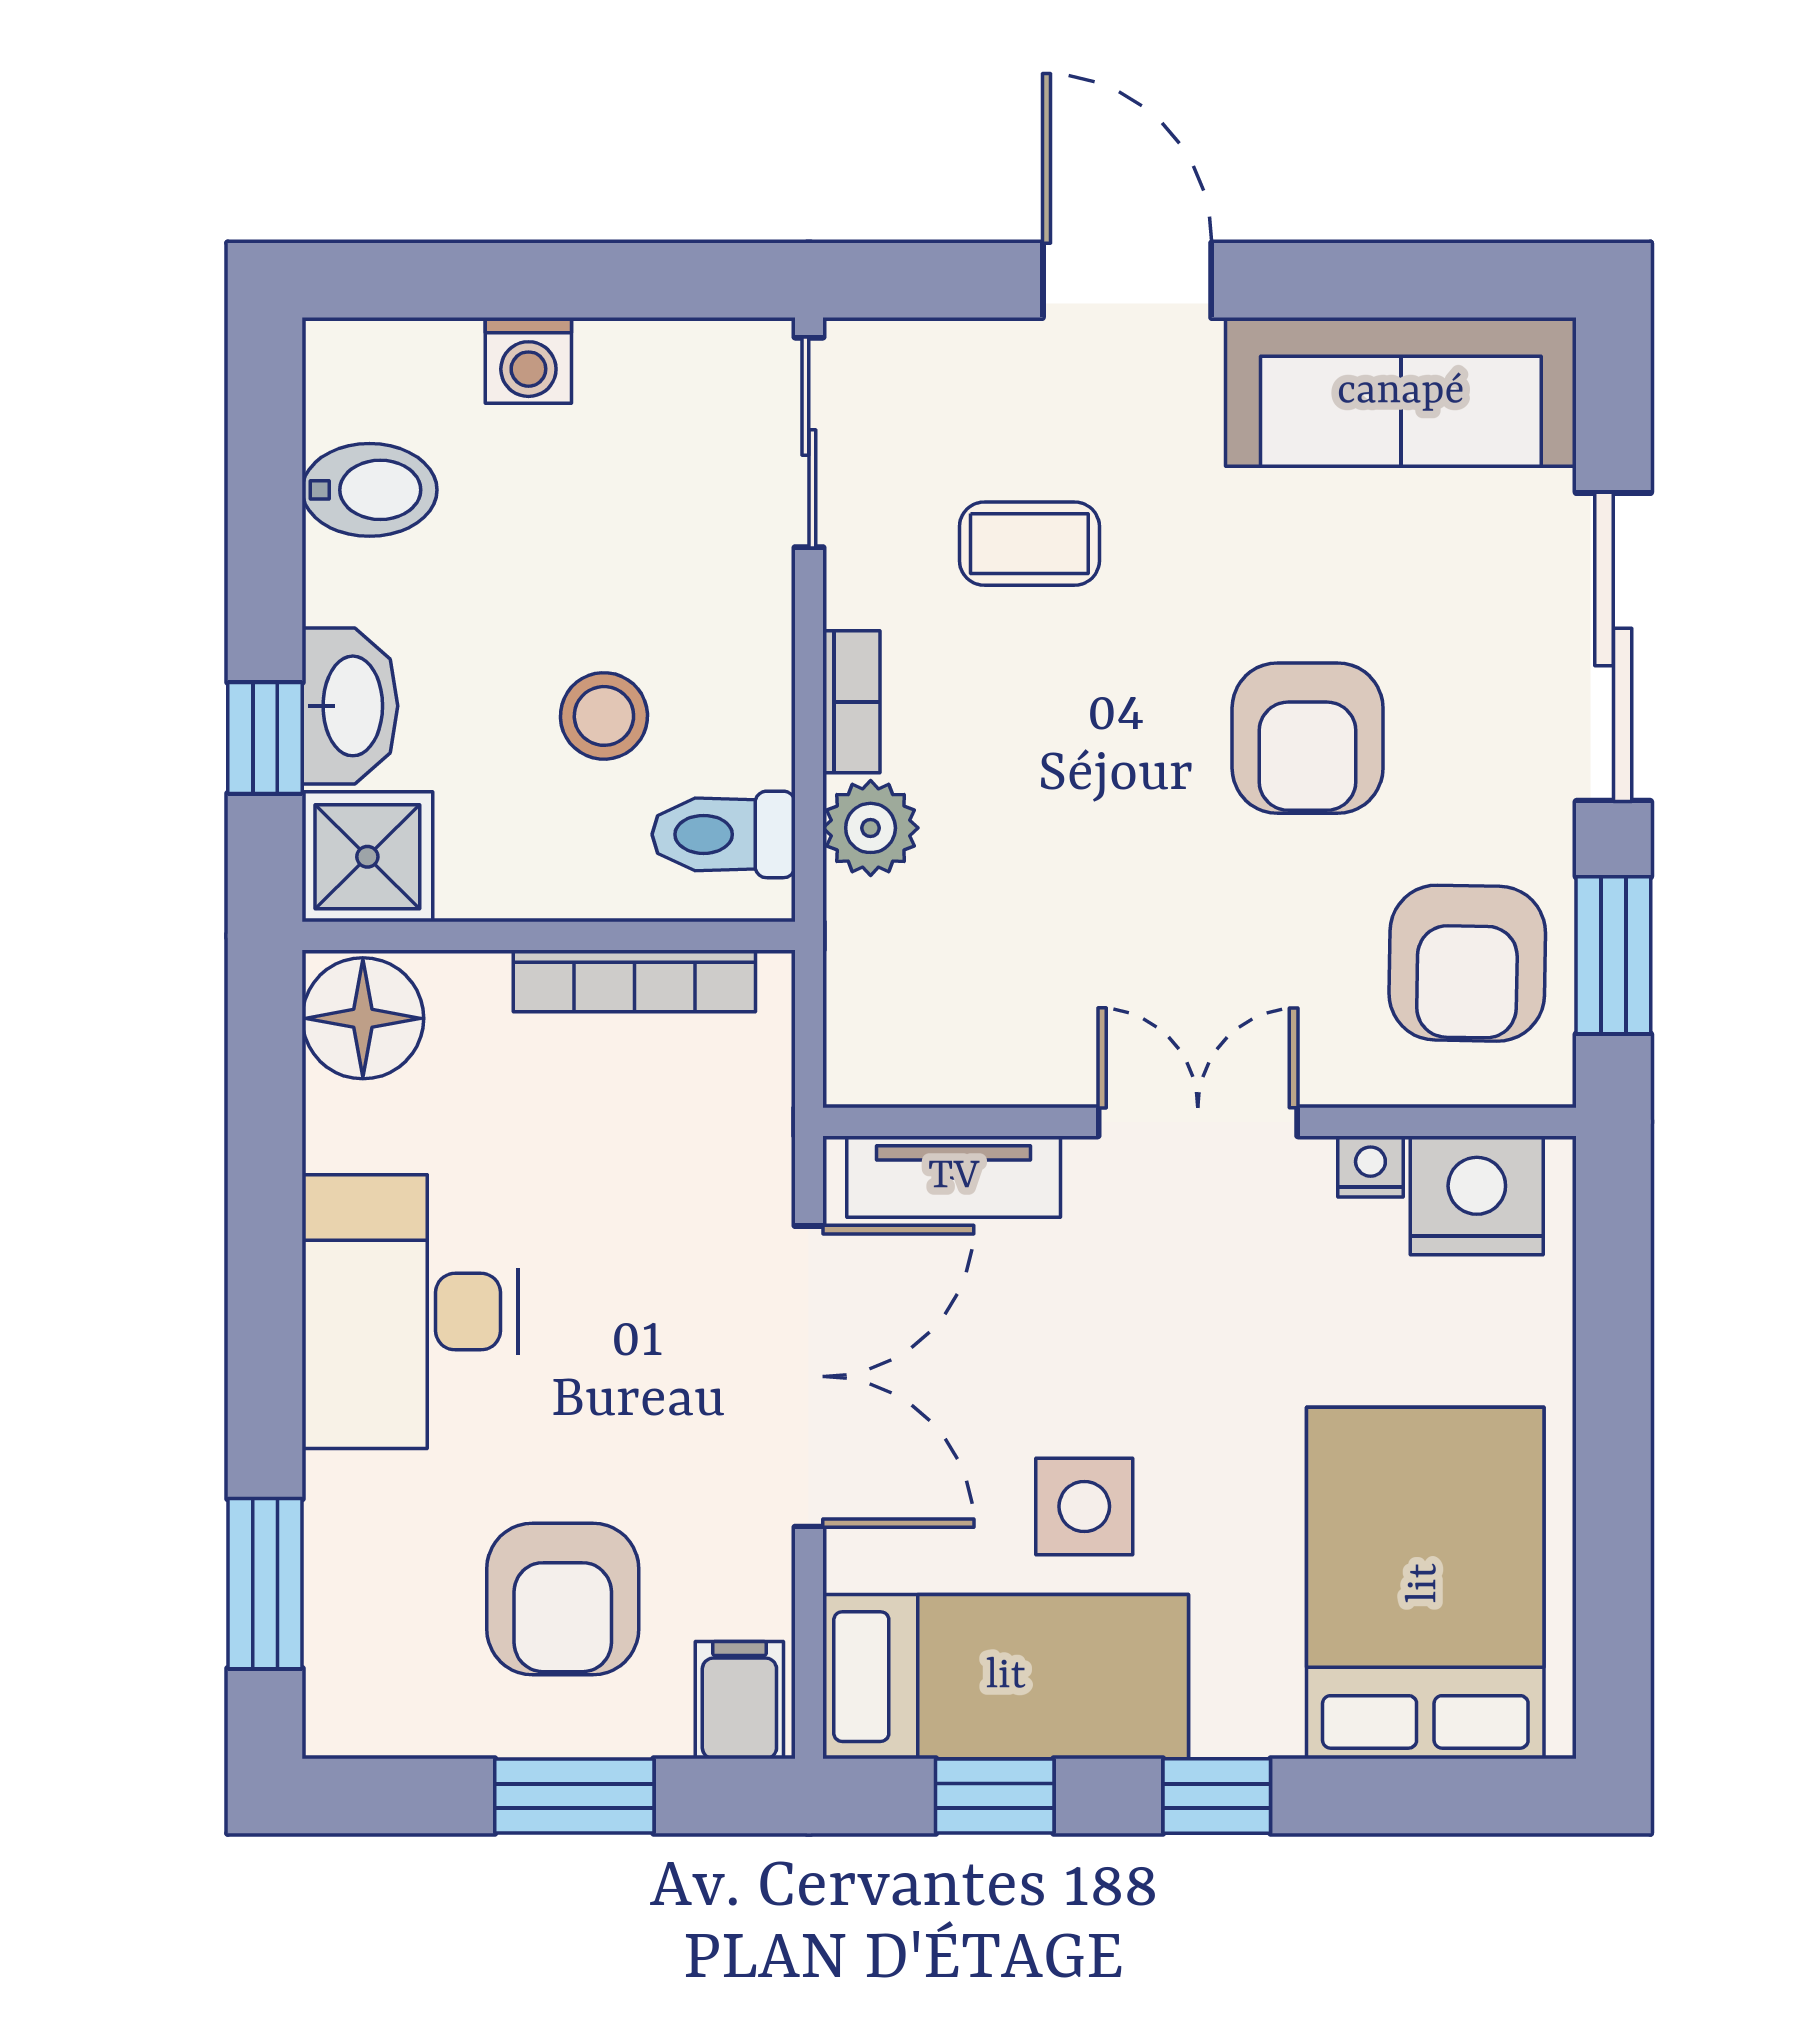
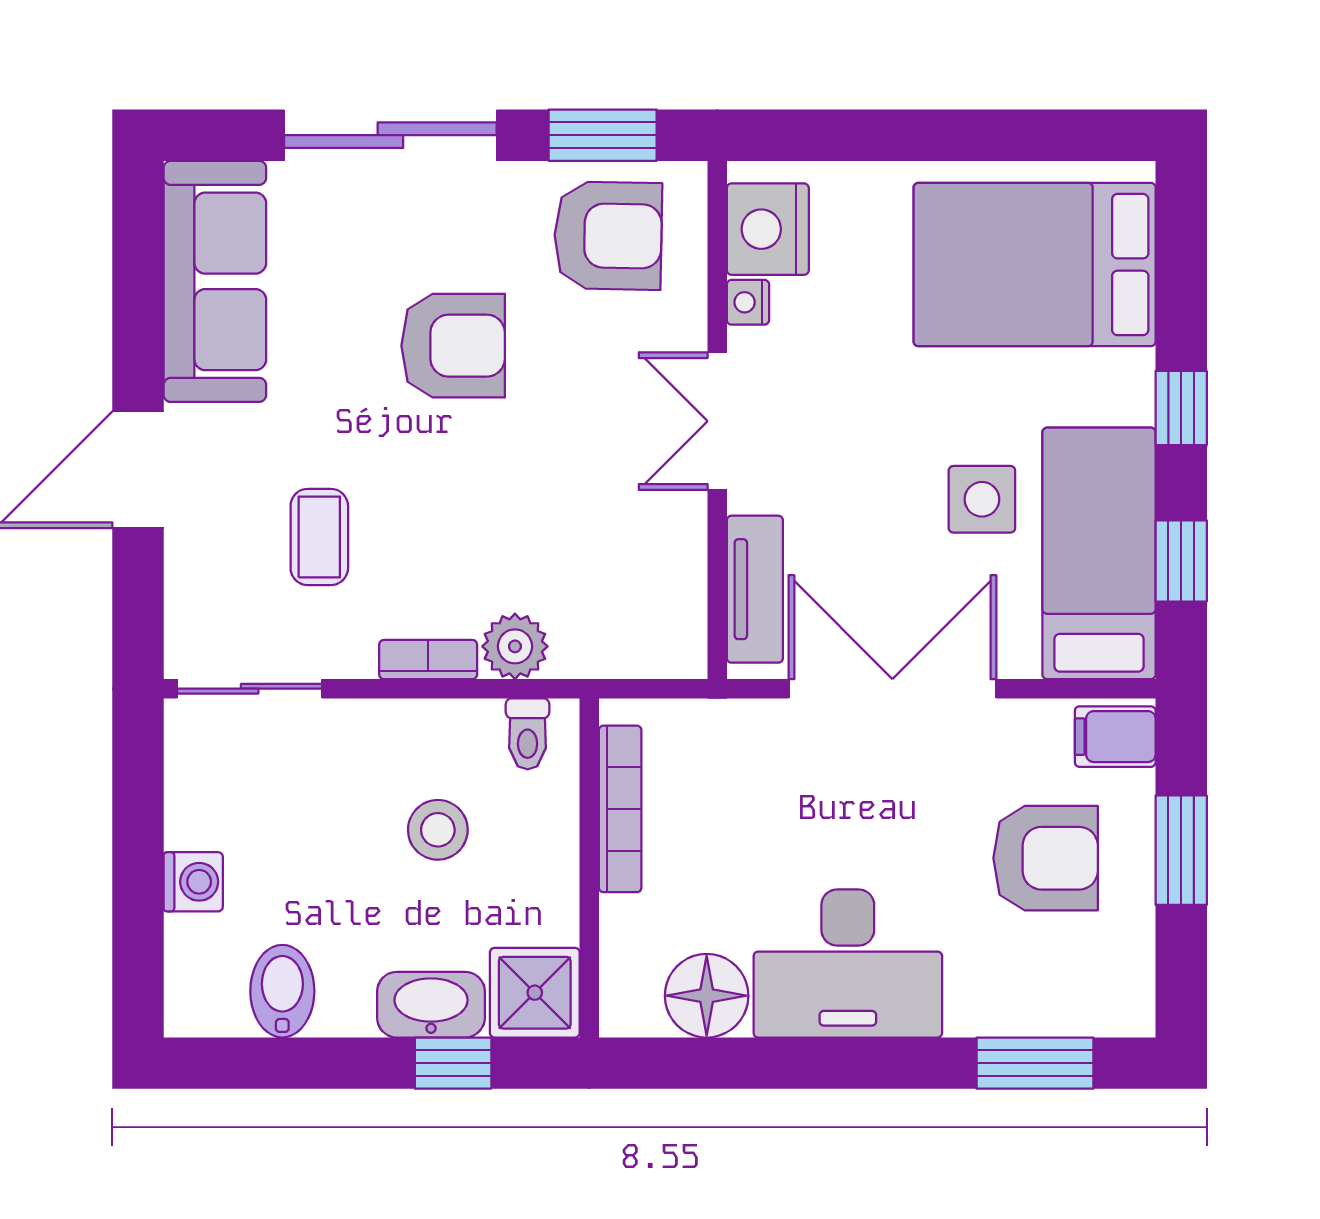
toilet: (724, 834) -> (528, 734), width x0.73, depth x0.72
floor lamp: (363, 1018) -> (707, 996), moved

